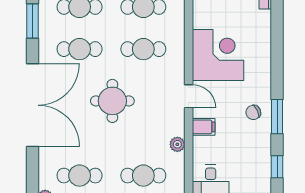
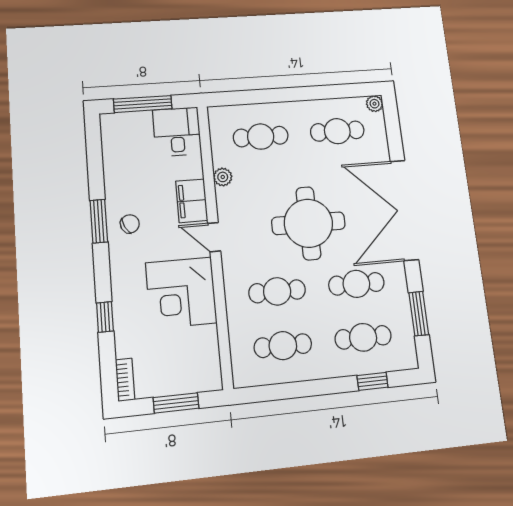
round table: (112, 101) -> (308, 223), width x1.36, depth x1.36
filing cabinet: (204, 127) -> (192, 201), width x2.00
window: (277, 167) -> (105, 317), moved

